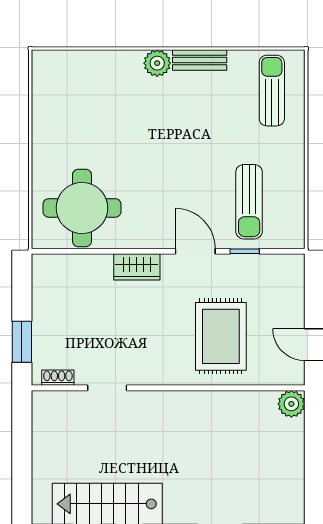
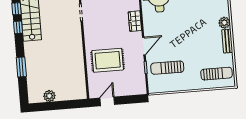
plant: (291, 404) -> (49, 96), moved

